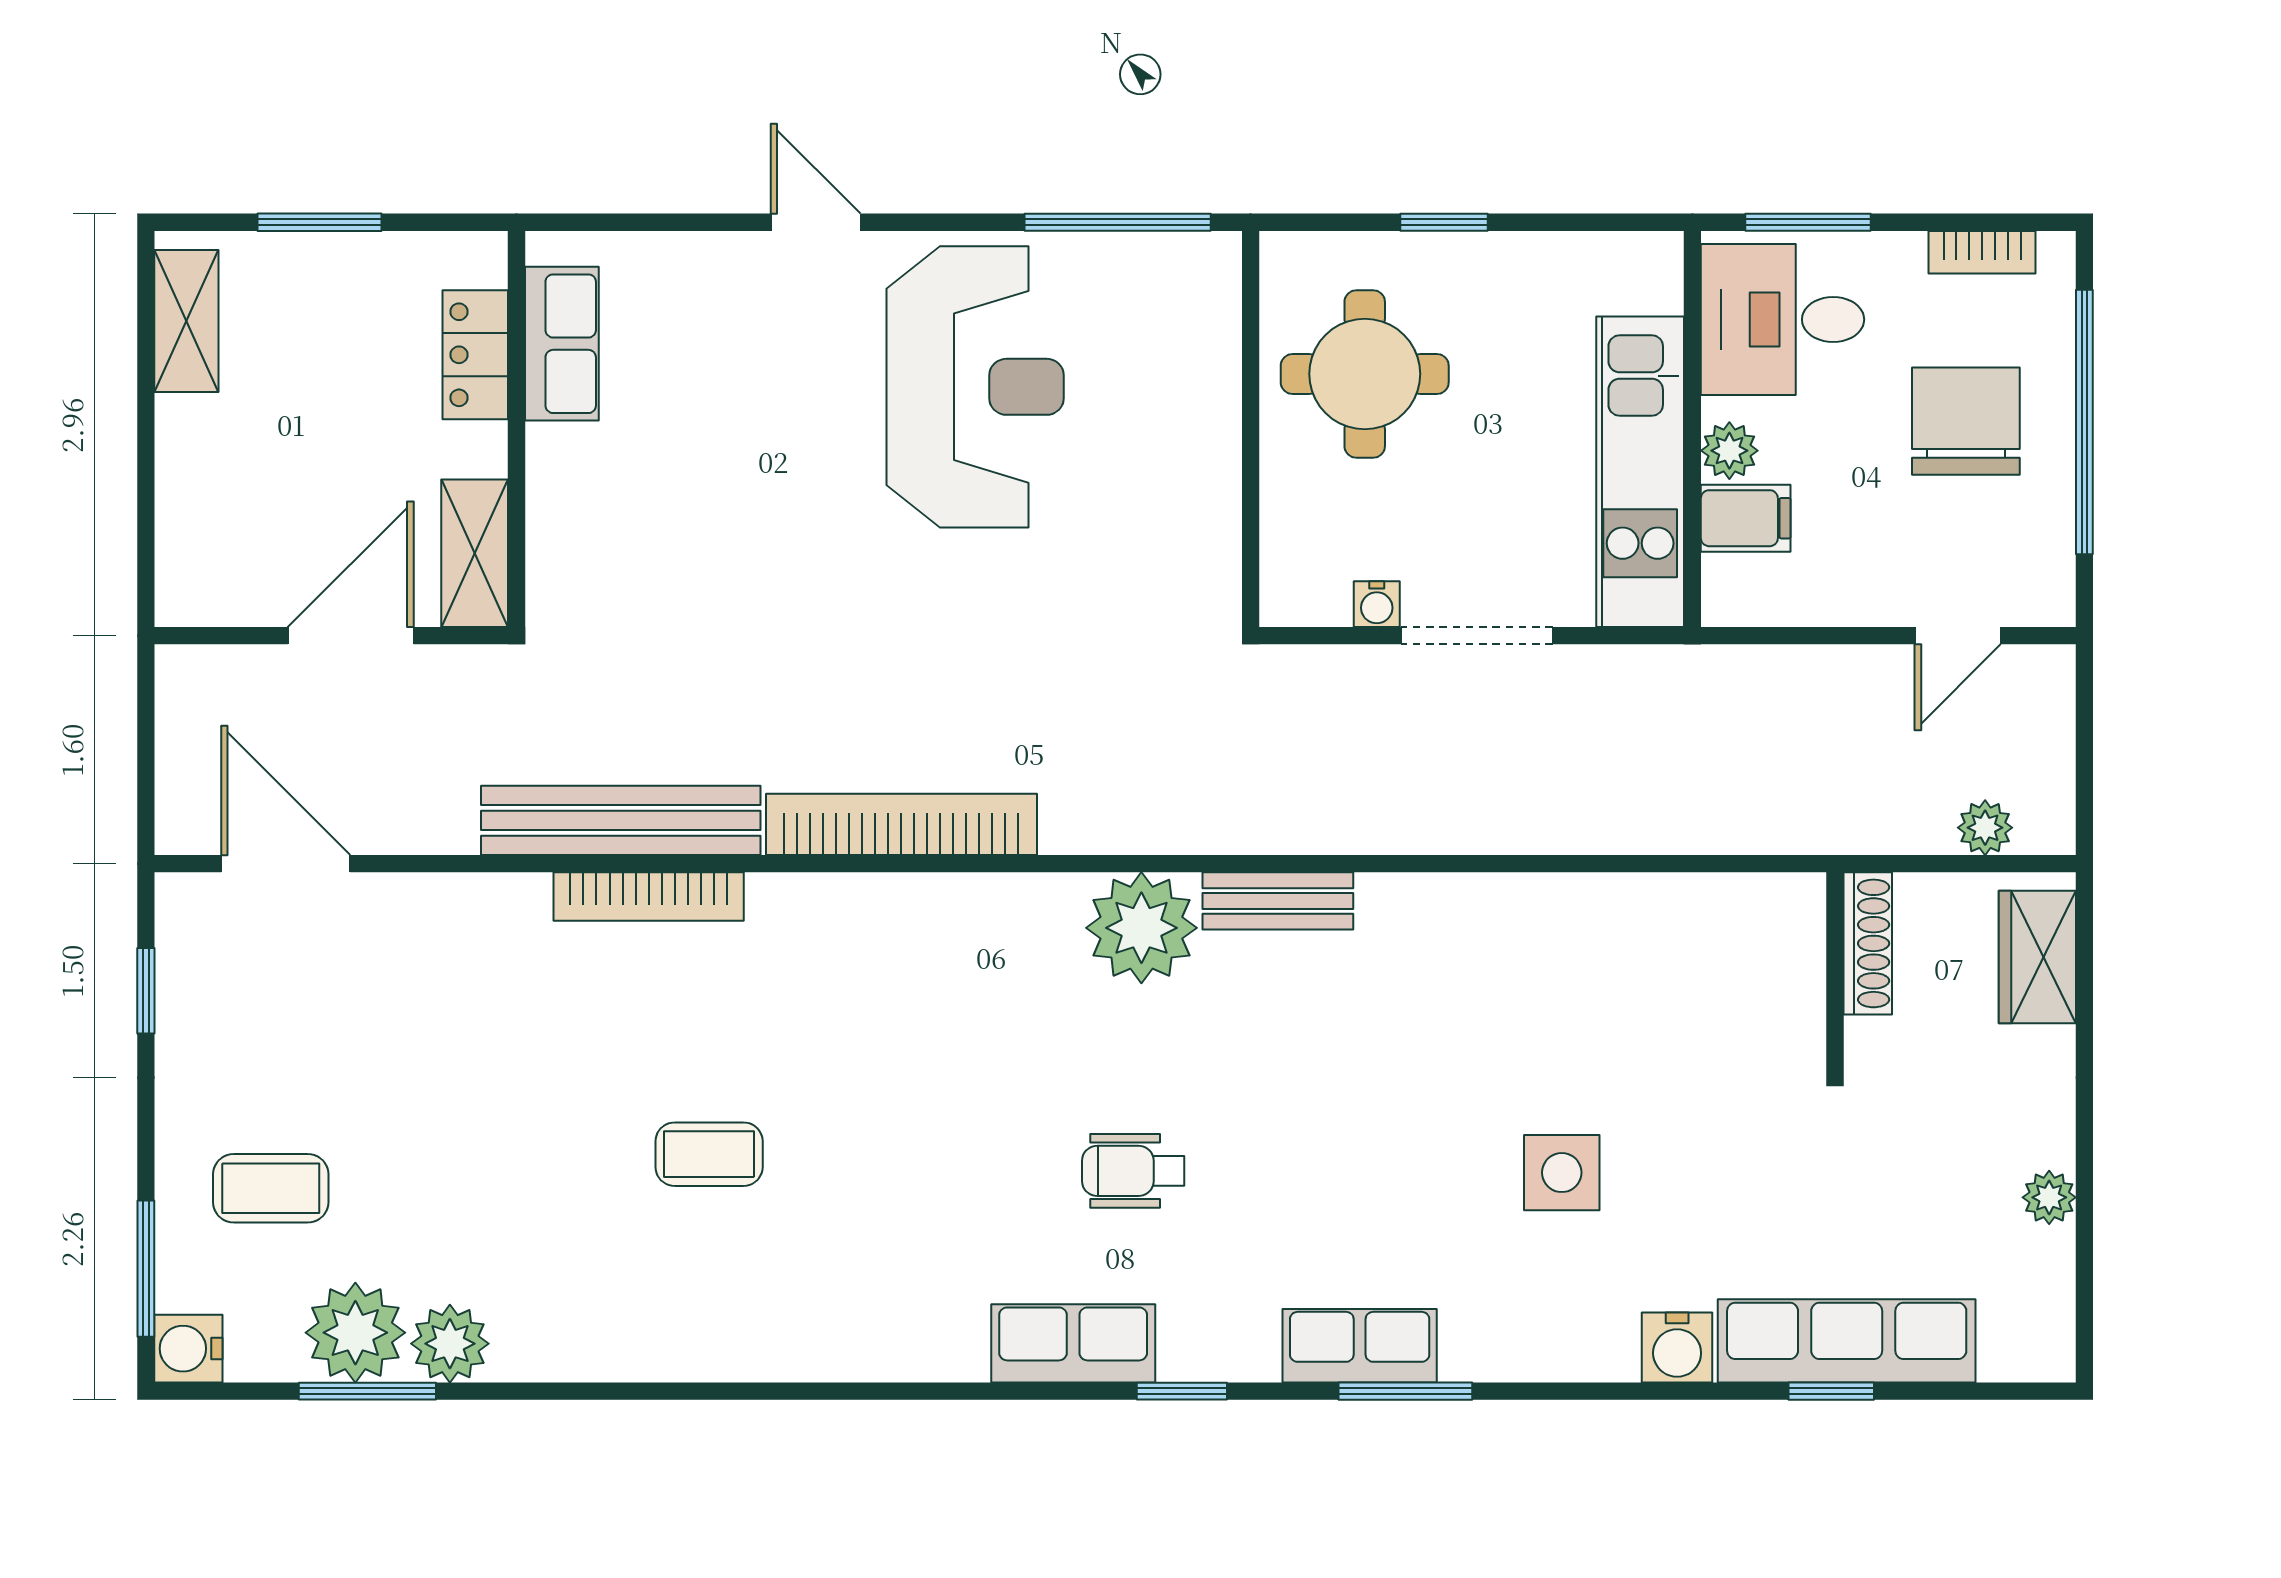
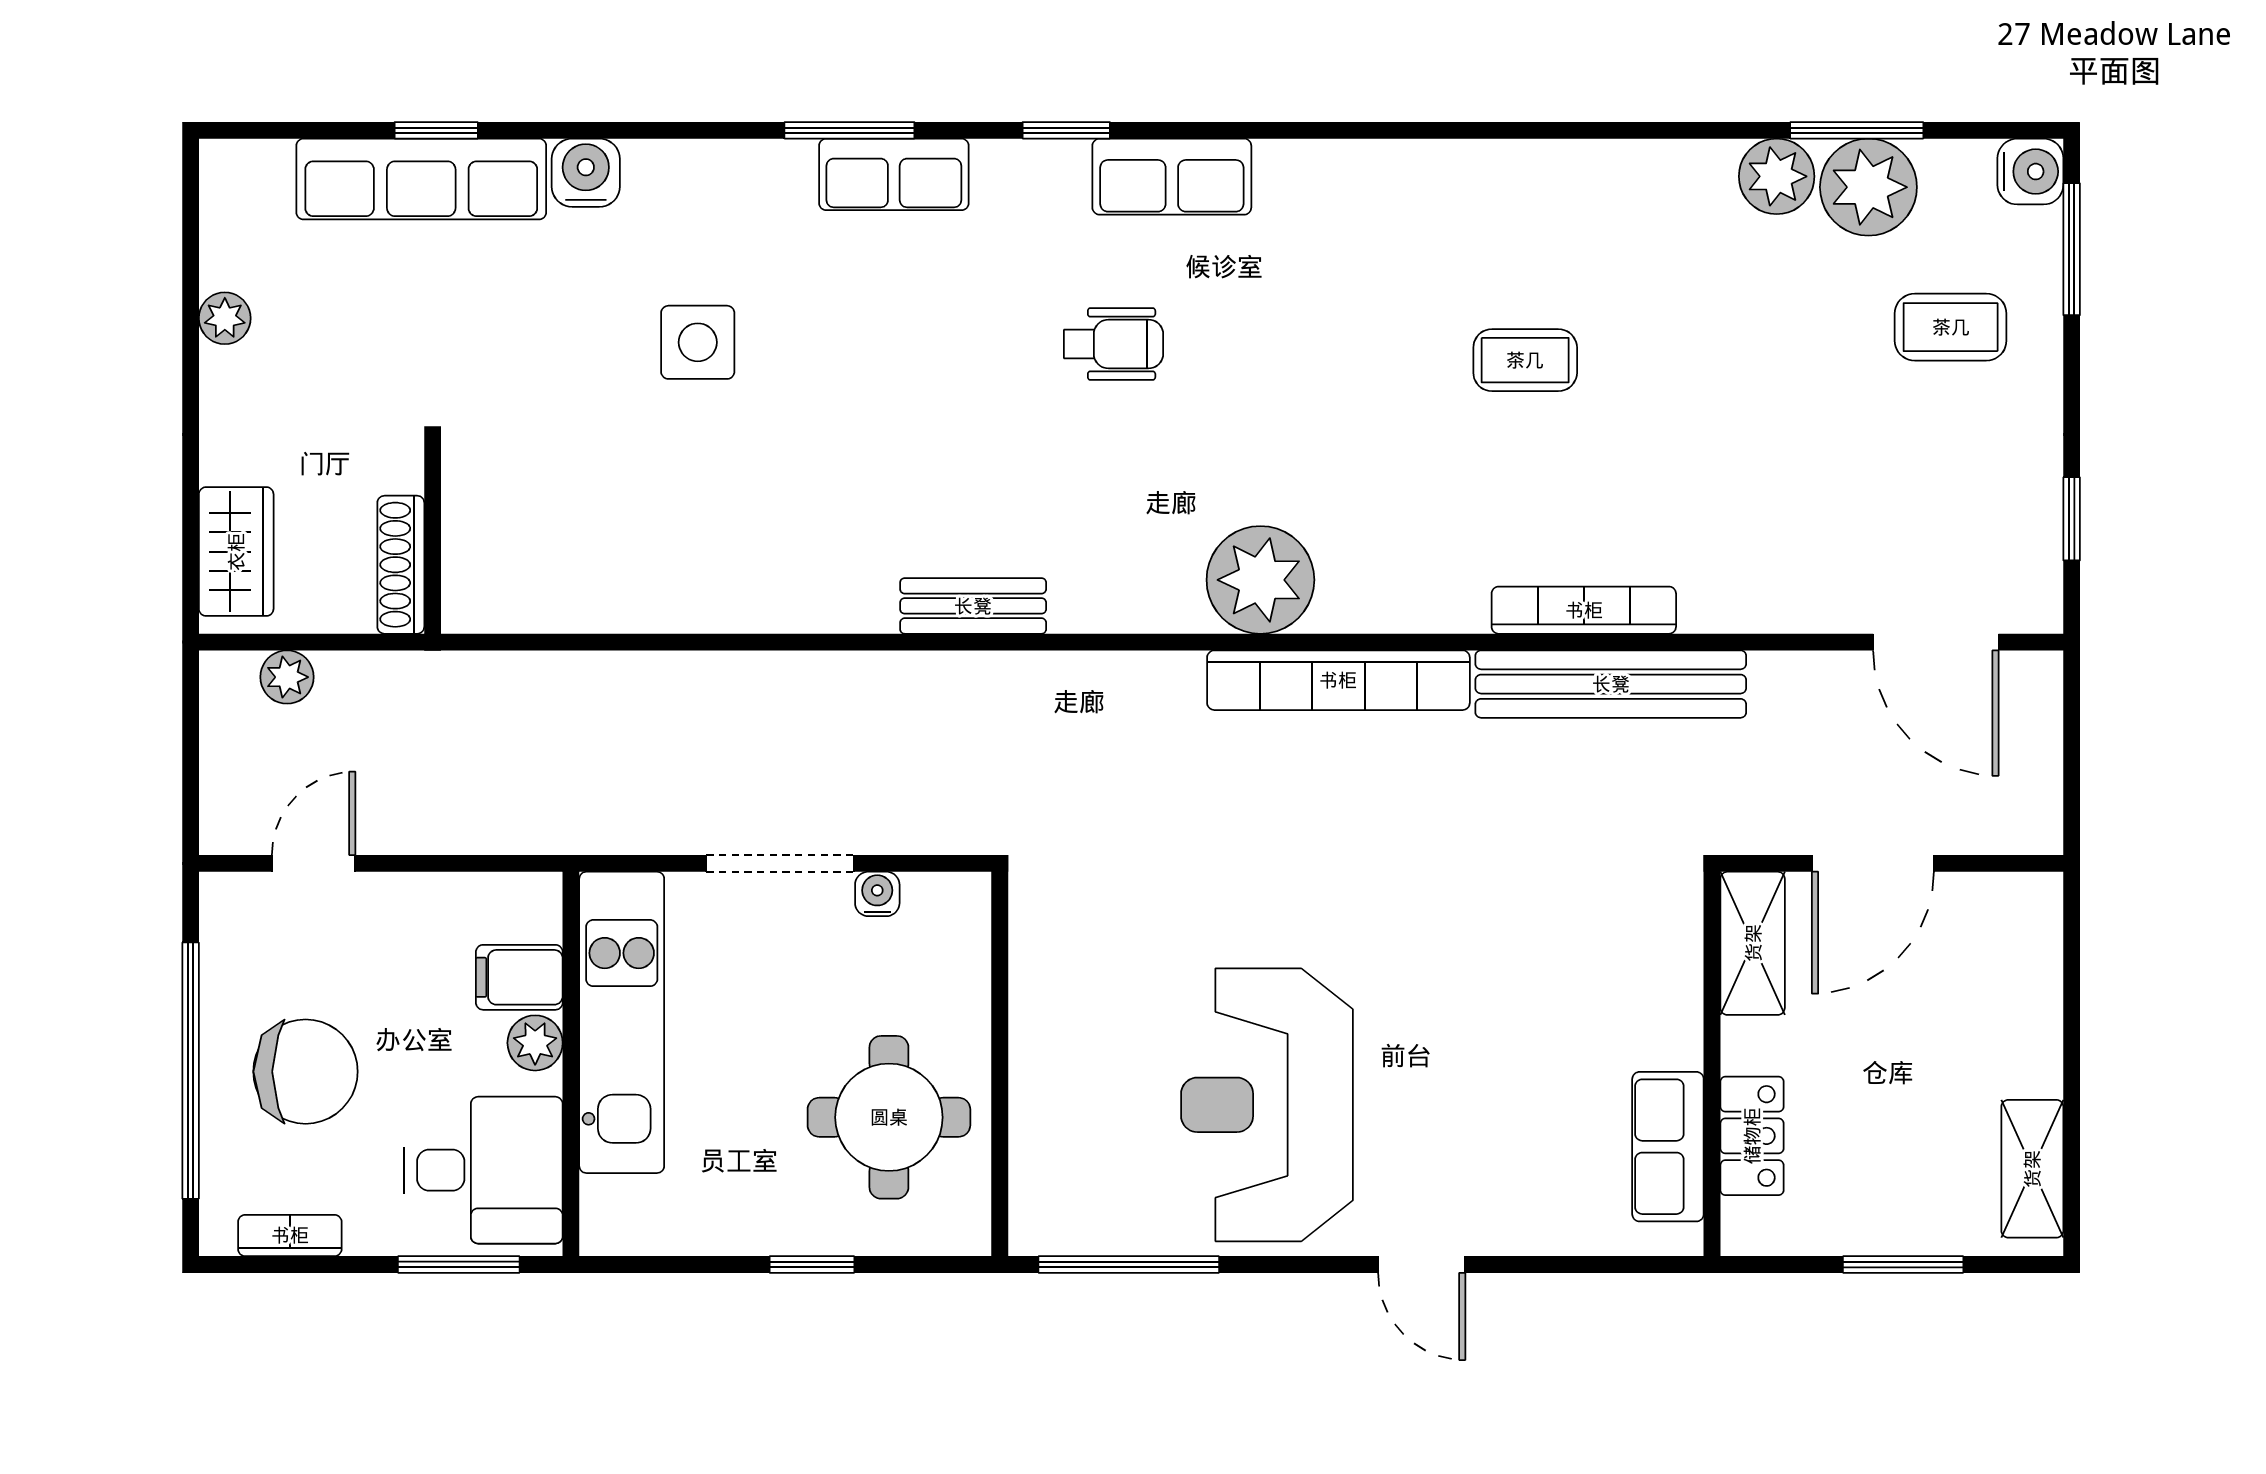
chair: (1966, 421) -> (306, 1072), turned -90
plant: (1141, 928) -> (1260, 580), moved

